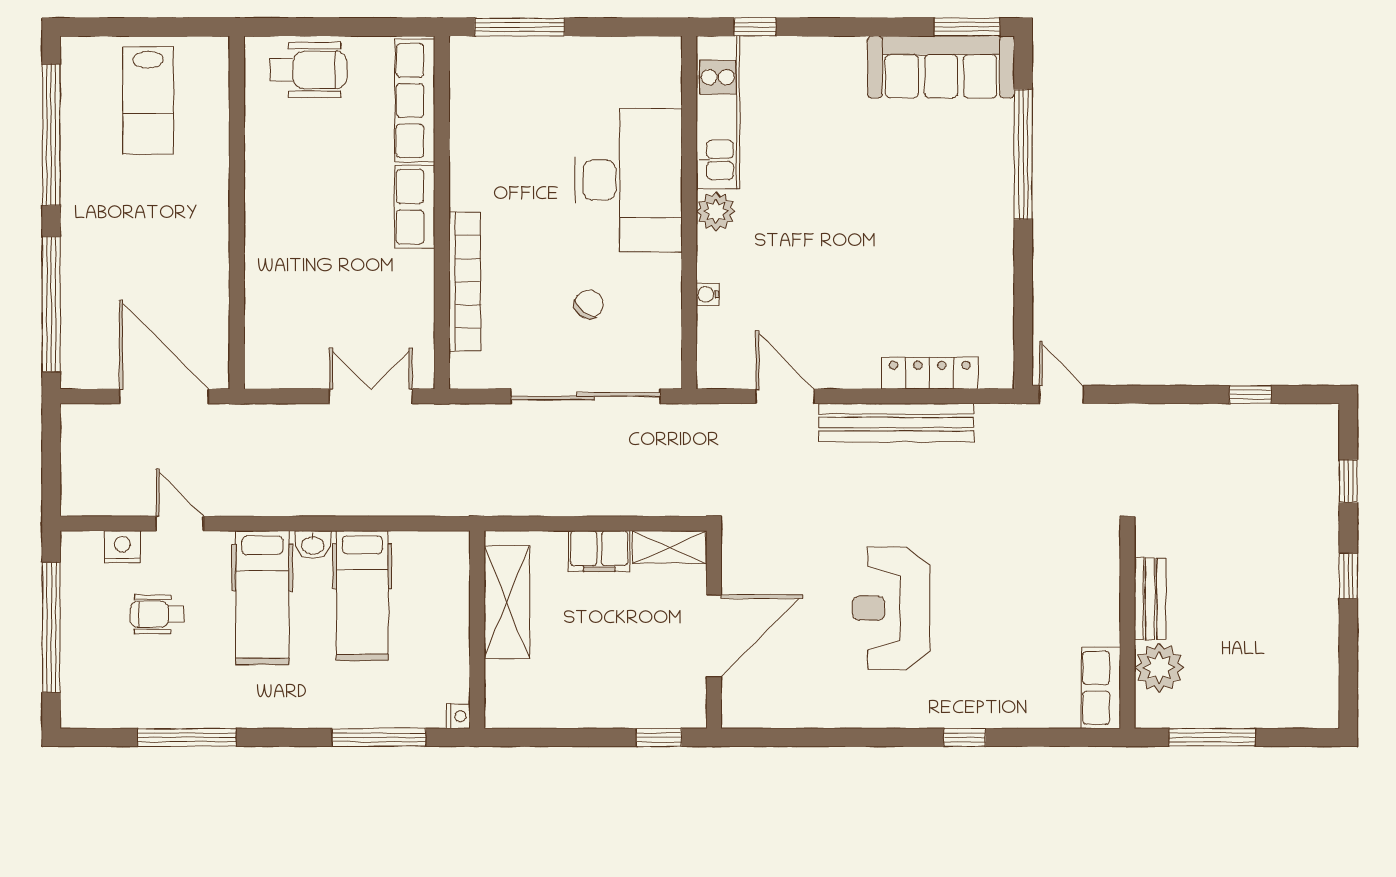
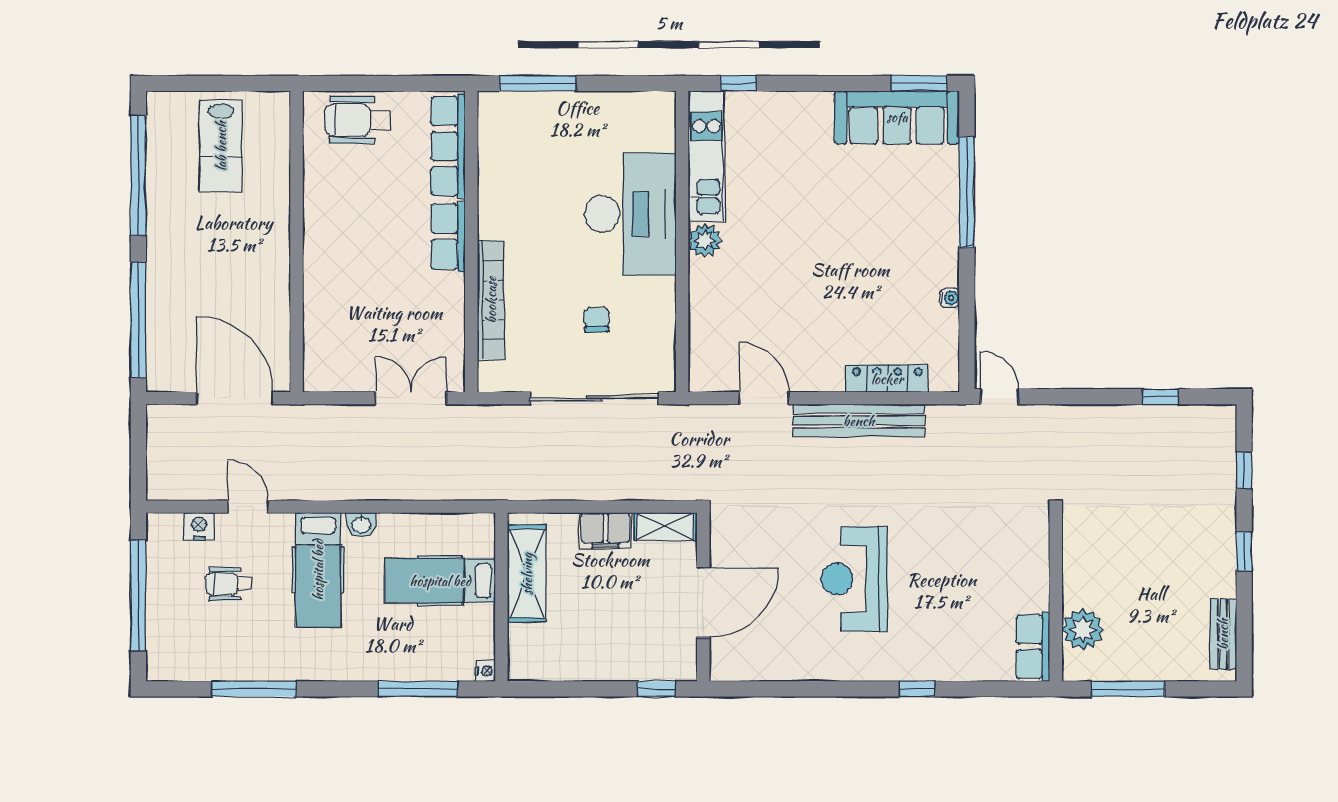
wheelchair: (308, 70) -> (358, 120), turned 180
water cooler: (708, 294) -> (950, 298), moved, turned 180
chair: (589, 304) -> (597, 320), turned -37
hospital bed: (362, 596) -> (440, 581), moved, turned 90
bench: (1150, 599) -> (1223, 634), moved

